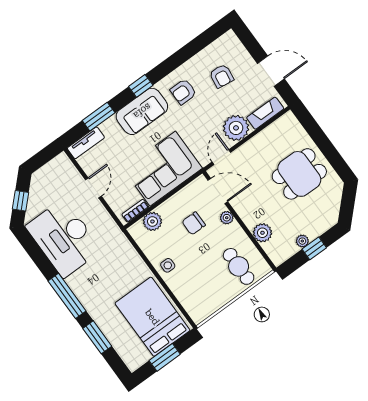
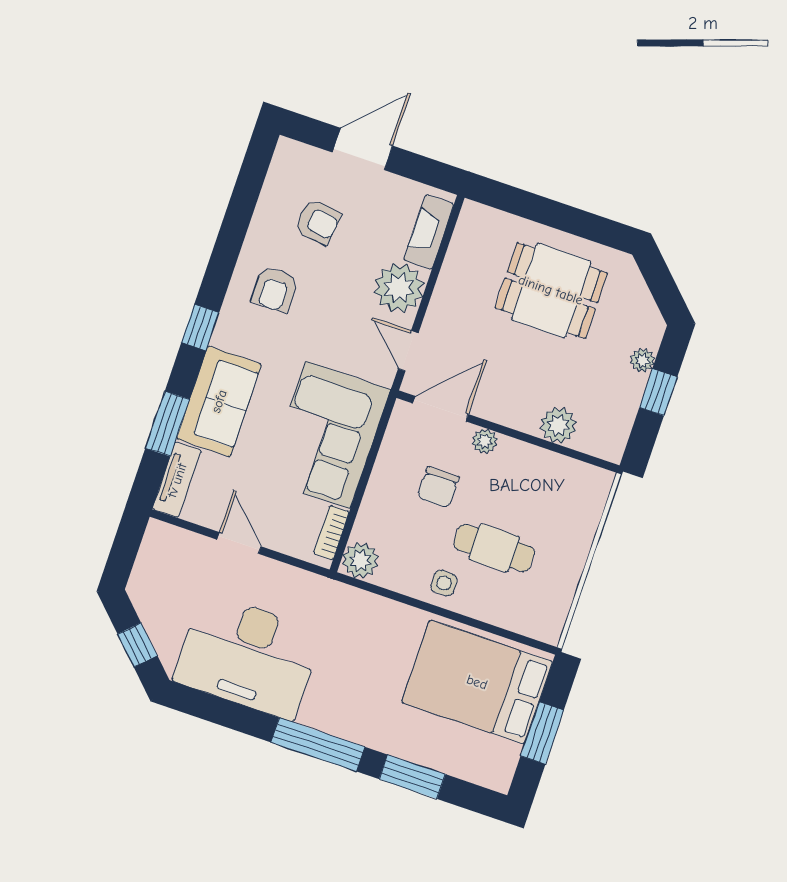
door: (271, 71) -> (362, 149), moved
sofa: (142, 111) -> (219, 401), moved
dining table: (299, 174) -> (551, 290), turned 90
plant: (152, 221) -> (360, 560), moved
plant: (302, 241) -> (642, 360), moved
cafe table: (239, 266) -> (494, 548), moved

